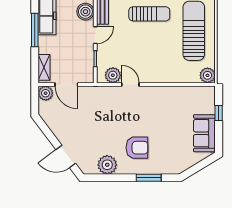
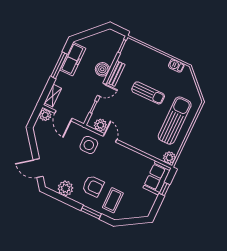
side table: (110, 104) -> (89, 145), added
sofa: (204, 133) -> (157, 178), moved
coffee table: (167, 153) -> (113, 200), added

